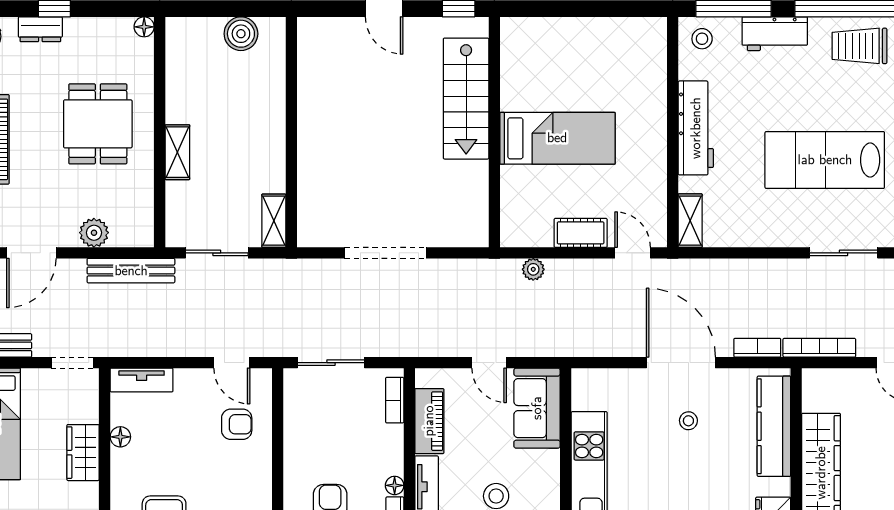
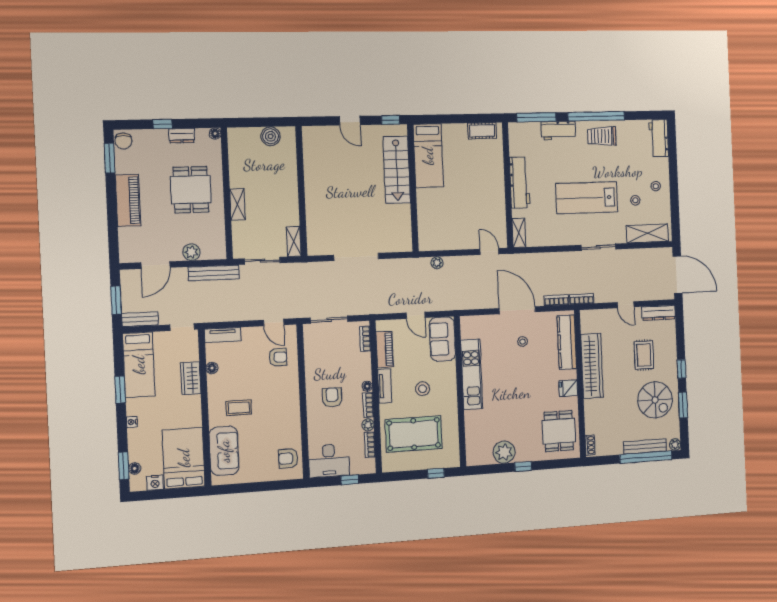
dresser: (40, 29) -> (182, 136), moved
stool: (702, 39) -> (521, 134), removed
bed: (557, 138) -> (428, 156), moved, turned 90
cot: (581, 233) -> (482, 131), moved
bookcase: (819, 348) -> (582, 299), width x0.64

